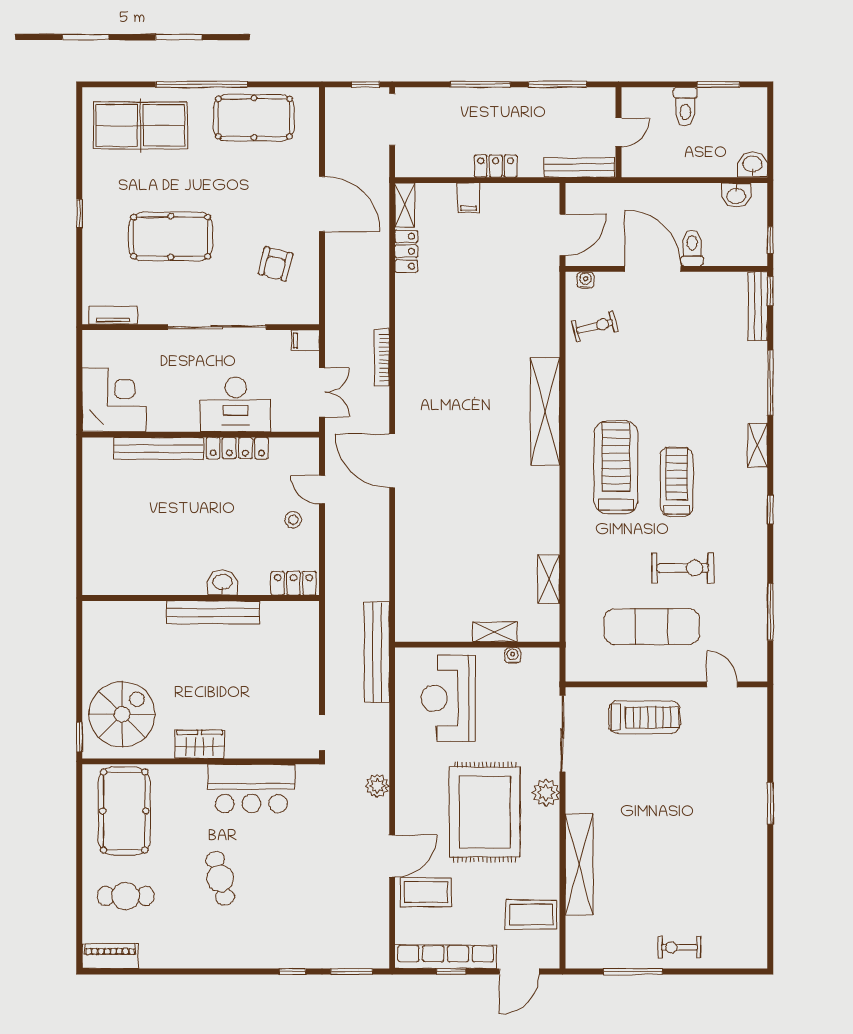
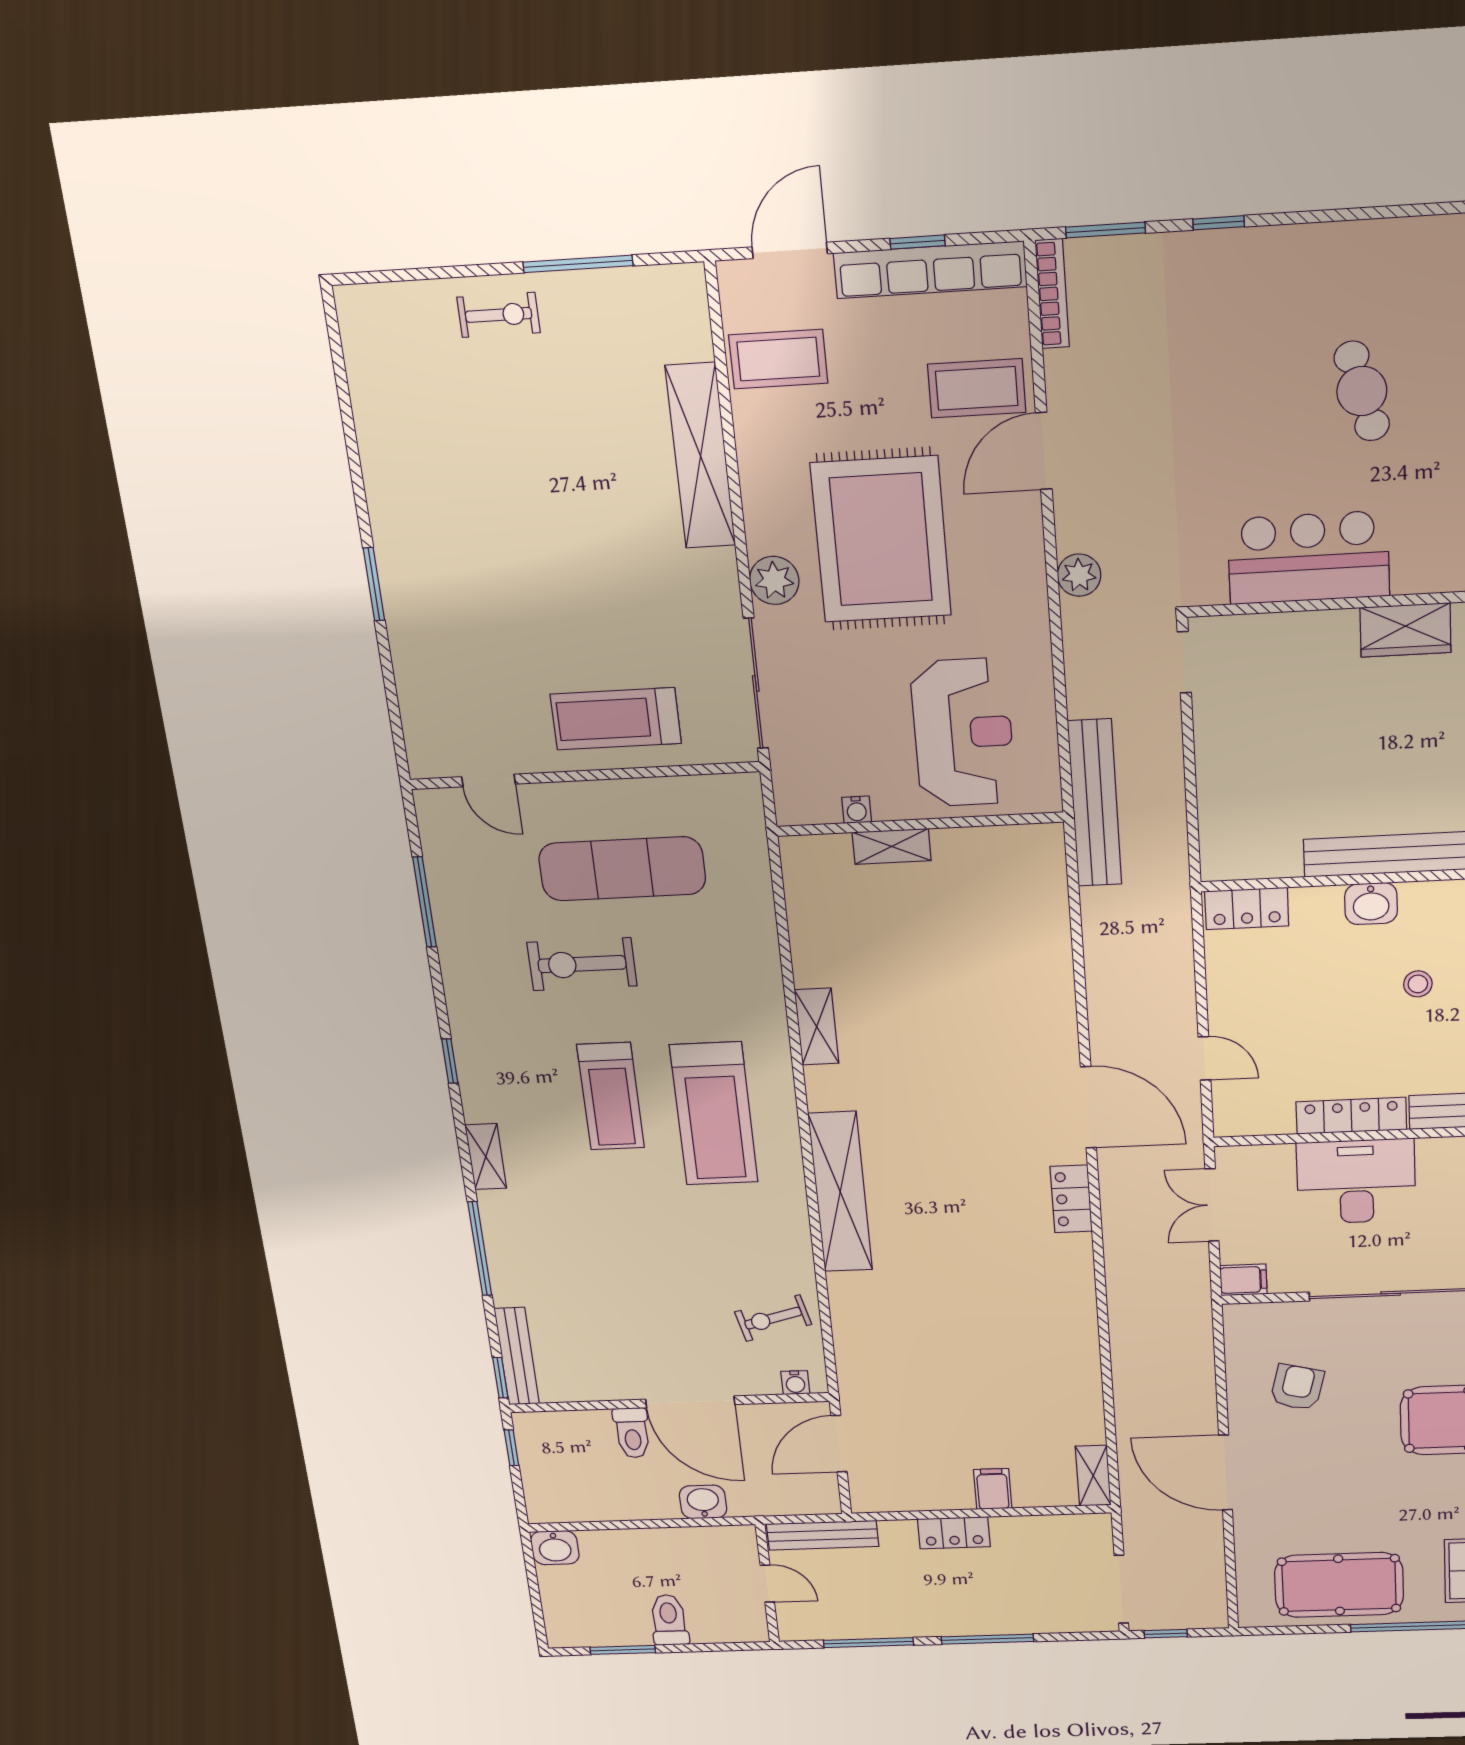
door: (618, 132) -> (767, 1584), swing flipped
washbasin: (736, 195) -> (703, 1502), moved
locker: (406, 251) -> (1071, 1199), moved
bookcase: (382, 358) -> (1052, 294), moved
stool: (293, 520) -> (1418, 984), moved
shelving: (549, 579) -> (817, 1027), moved

